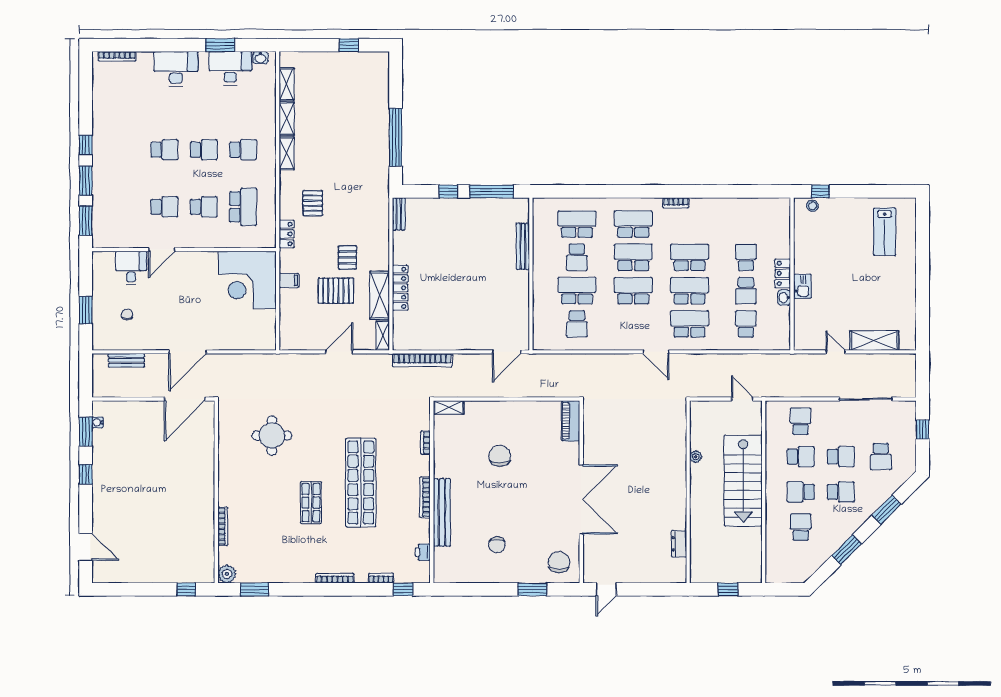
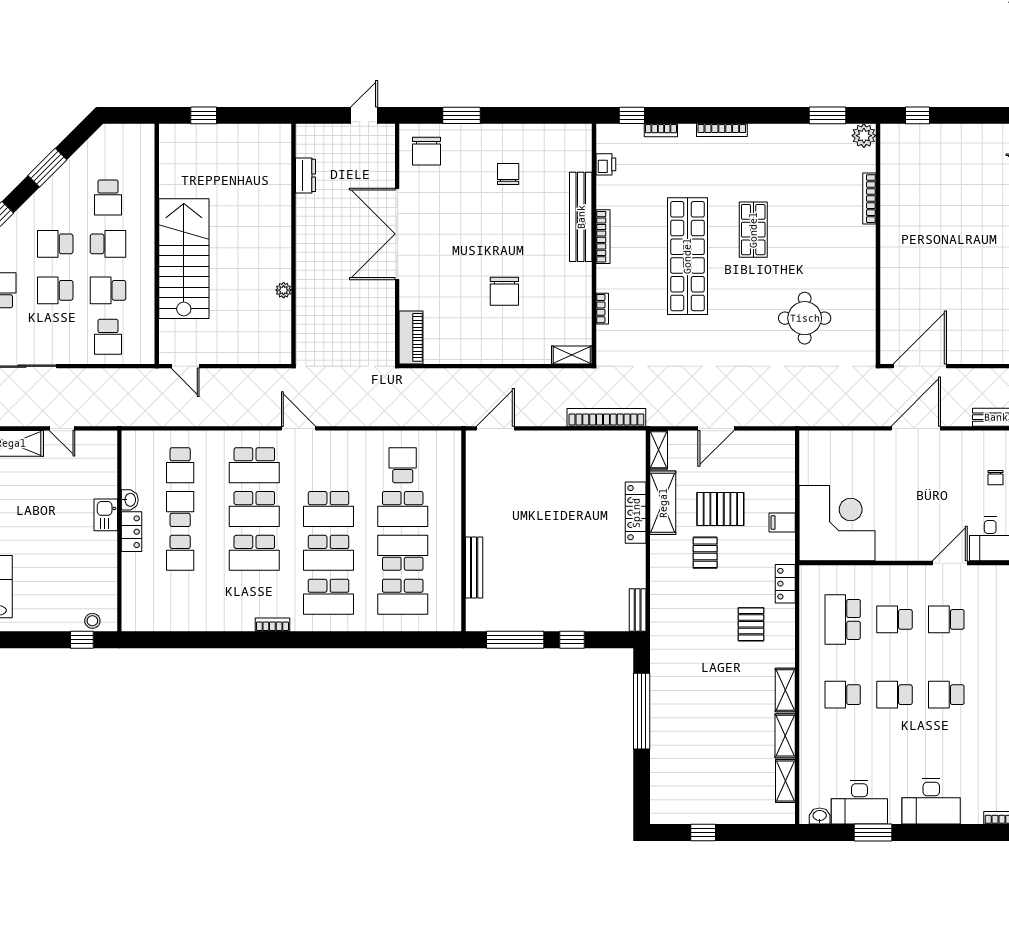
school desk: (577, 257) -> (403, 553), width x1.85
plant: (696, 457) -> (284, 290), moved
wall: (688, 492) -> (293, 244), moved
dresser: (679, 544) -> (305, 175), moved

